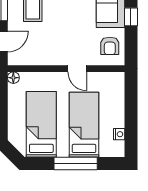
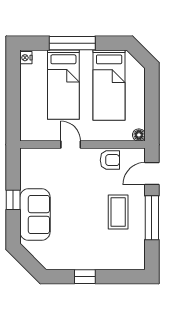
armchair: (110, 46) -> (110, 160), moved, turned 90
nightstand: (119, 134) -> (26, 58), moved

